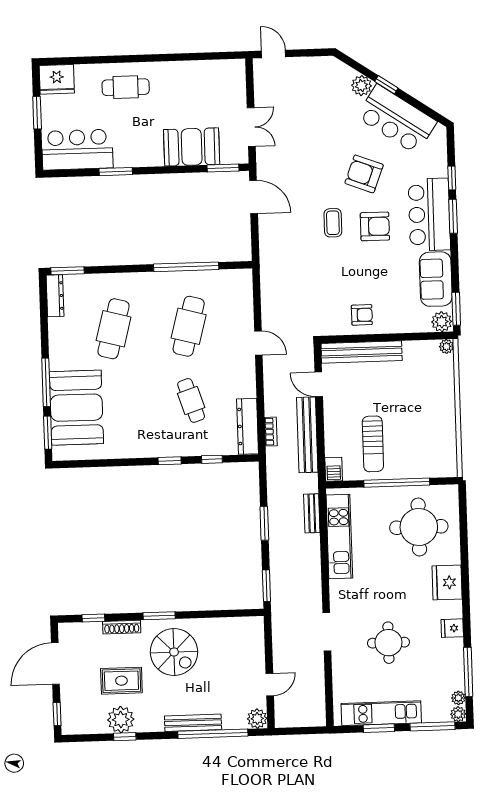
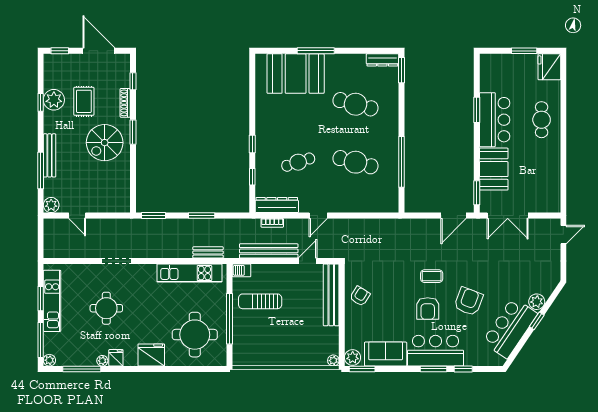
double door: (251, 127) -> (508, 216), width x1.37
bar counter: (77, 150) -> (495, 120), moved
armchair: (362, 315) -> (360, 296), turned -148
door: (258, 343) -> (318, 216), moved
window: (48, 433) -> (277, 51), removed
plant: (458, 698) -> (102, 361), moved
window: (213, 734) -> (41, 170), width x0.68

